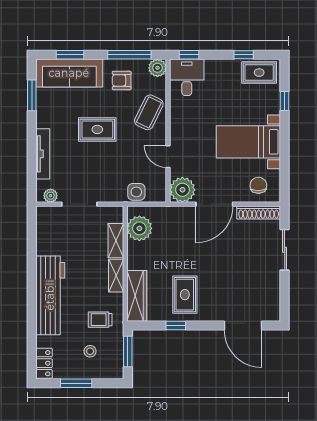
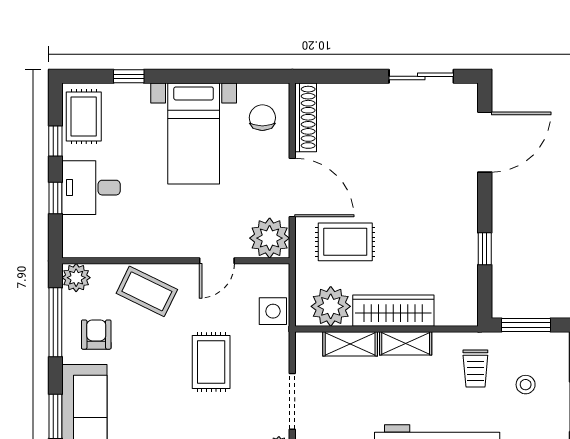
window: (189, 55) -> (55, 198), moved
desk: (187, 77) -> (91, 188), moved
armchair: (122, 80) -> (96, 335), turned 180
rug: (97, 129) -> (211, 362), moved
chair: (258, 185) -> (262, 118), turned 92
sliding door: (285, 250) -> (421, 76), moved
rug: (185, 295) -> (345, 242), moved
wardrobe: (137, 296) -> (393, 311), moved

